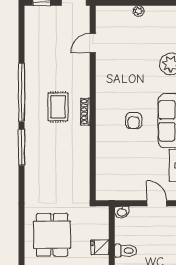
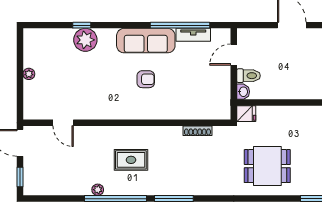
plant: (30, 76) -> (98, 190), added
shoe rack: (85, 112) -> (197, 131), moved
fridge: (100, 247) -> (246, 114), moved, turned -90
toilet: (126, 251) -> (248, 76), moved, turned 90

